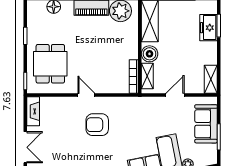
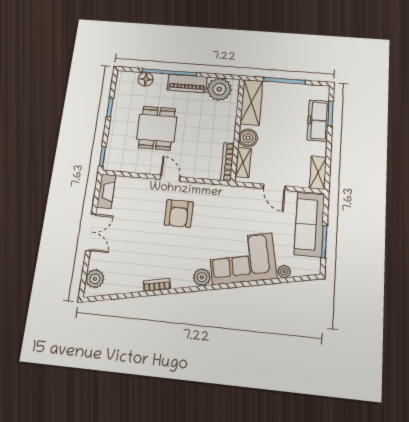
freezer: (209, 28) -> (318, 120), width x1.40
dining table: (50, 64) -> (157, 128), moved
door: (175, 95) -> (274, 187), swing flipped
sofa: (206, 124) -> (309, 224), width x1.36
armchair: (97, 125) -> (179, 213), turned -90

